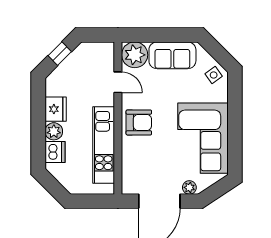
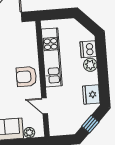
plant: (135, 55) -> (29, 133), width x0.53, depth x0.53
fridge: (56, 109) -> (91, 95), moved

